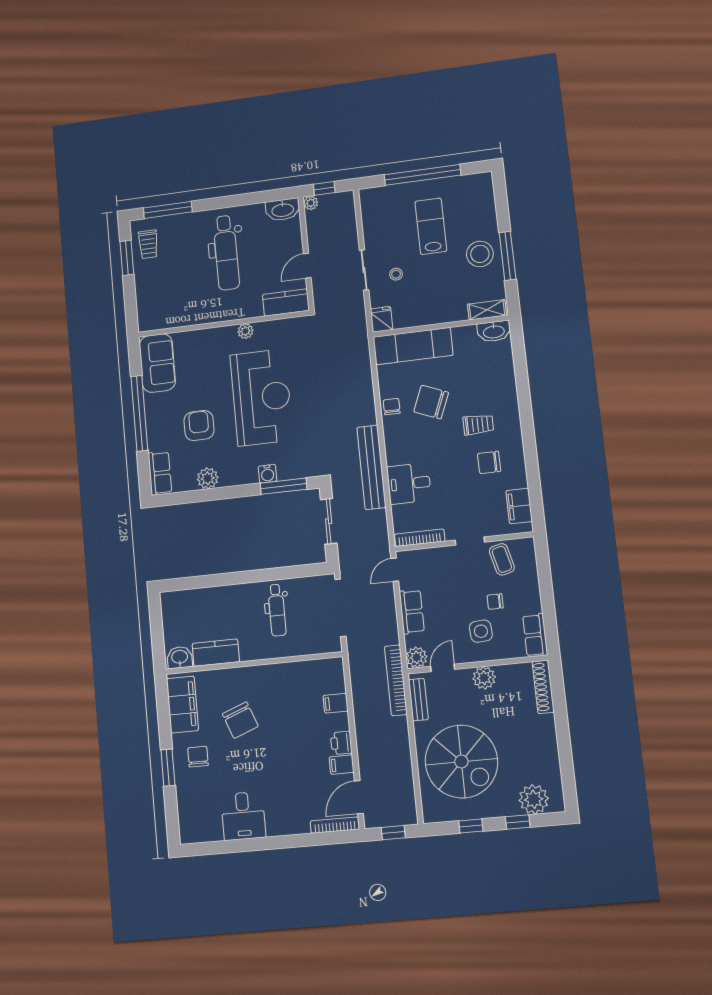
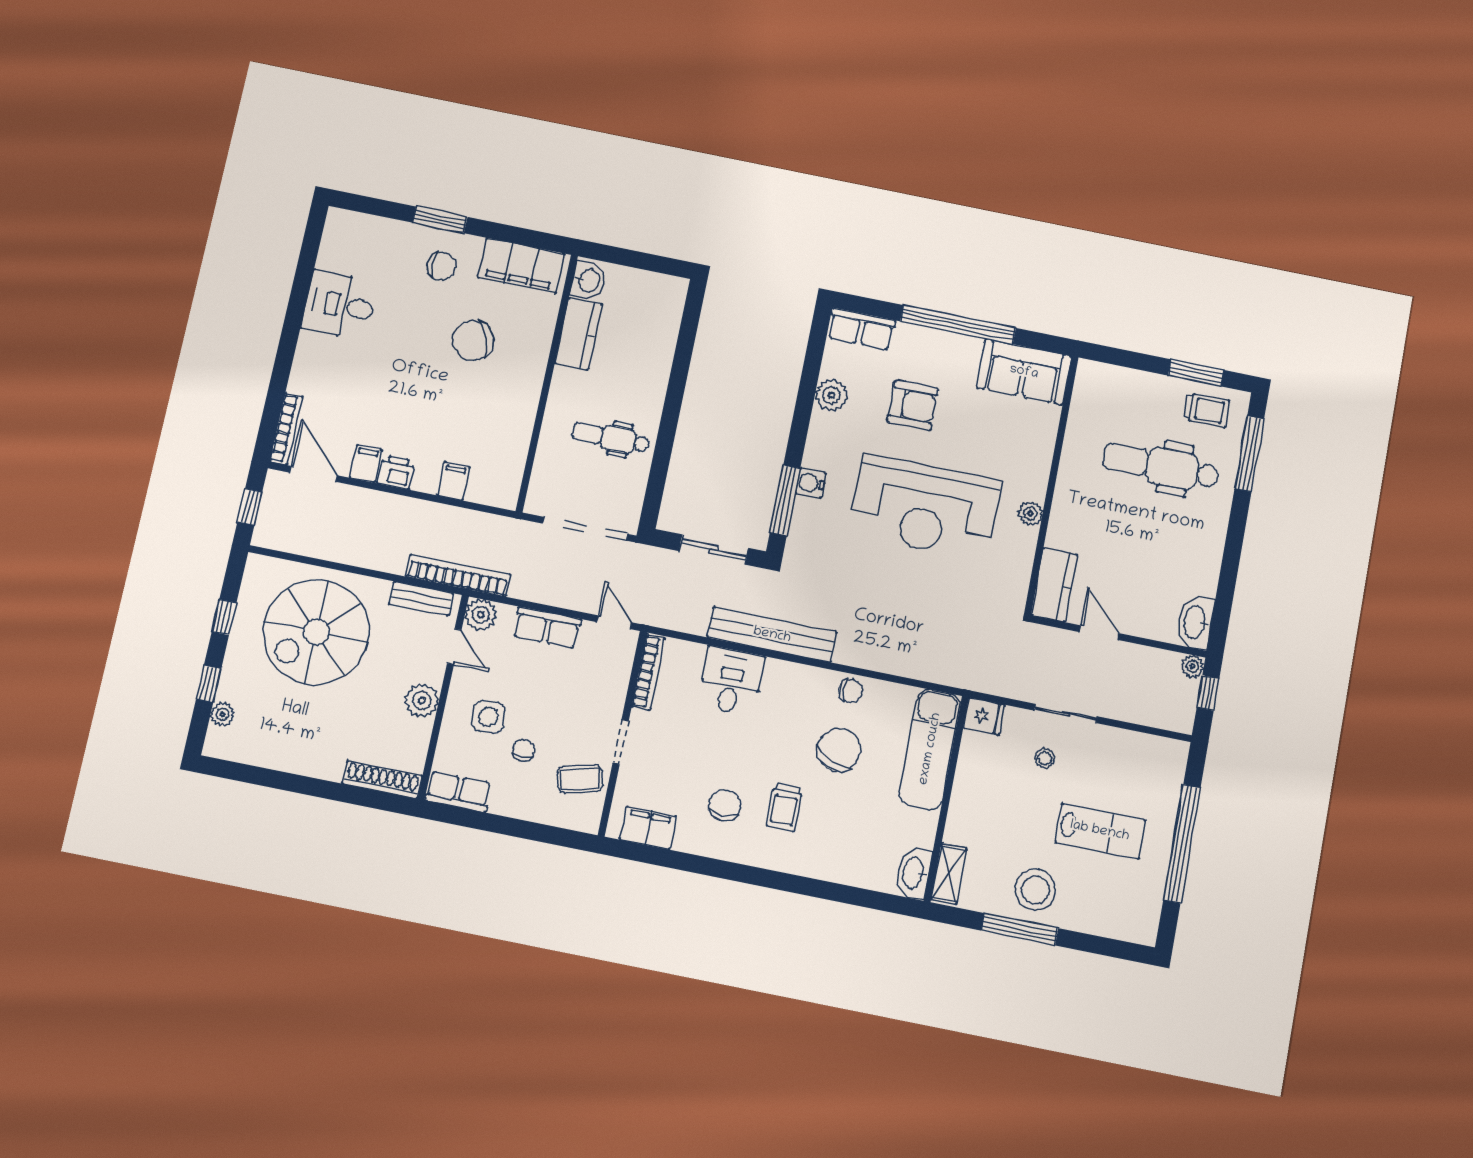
trolley: (148, 244) -> (1206, 410), turned 180
dental chair: (226, 253) -> (1161, 466), moved
plant: (534, 799) -> (222, 714), width x0.53, depth x0.53

